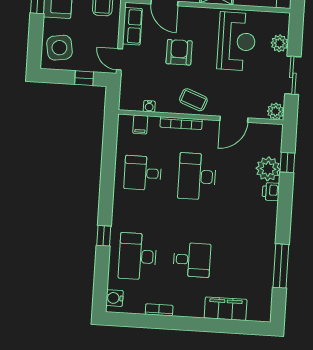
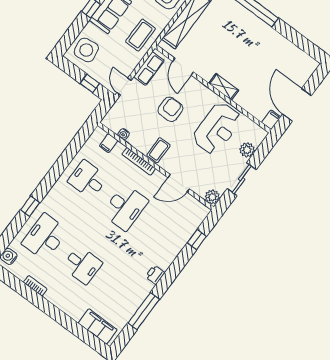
coffee table: (193, 100) -> (158, 150), turned 69
plant: (268, 169) -> (180, 235), removed
desk: (197, 176) -> (125, 207), turned 180
printer: (271, 192) -> (155, 275), moved
filing cabinet: (226, 309) -> (98, 326), moved

